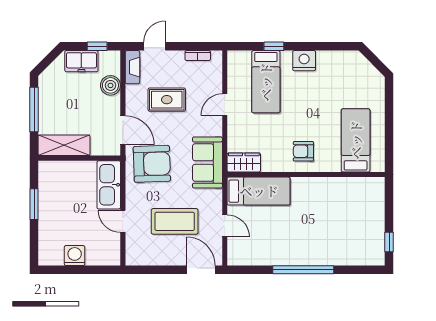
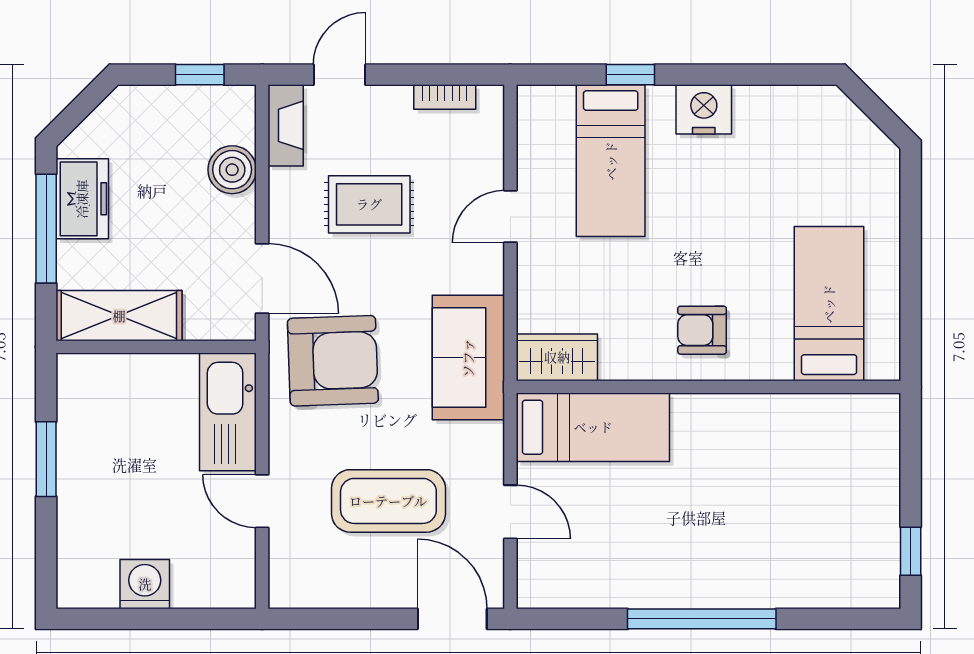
freezer: (81, 61) -> (82, 199), moved, turned -90

